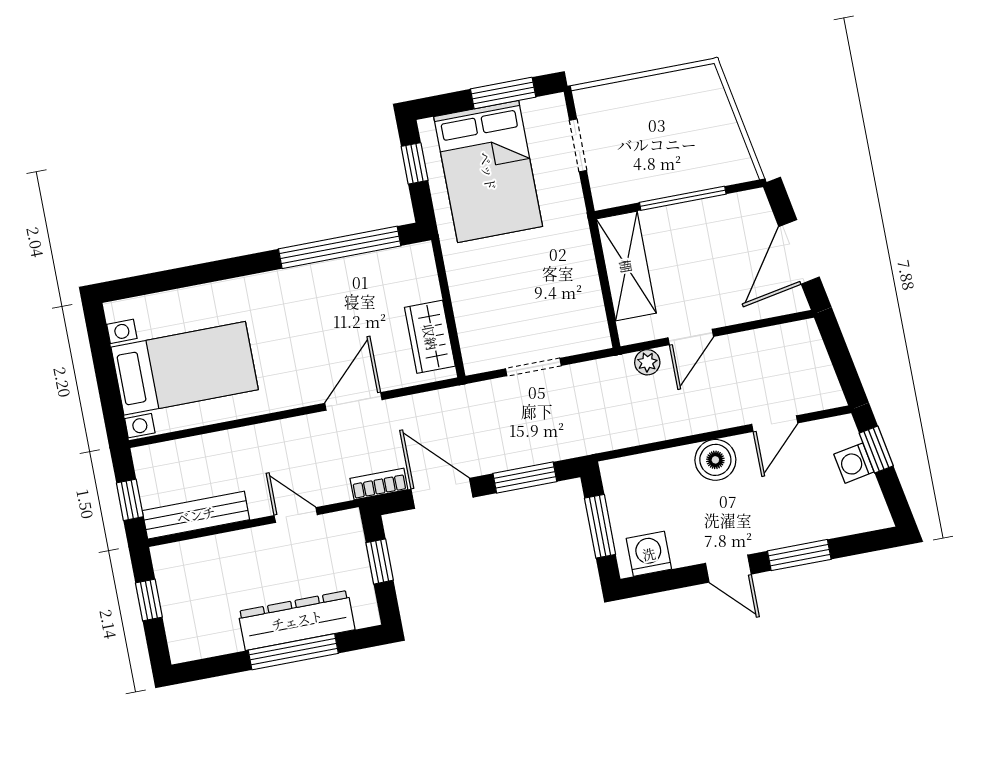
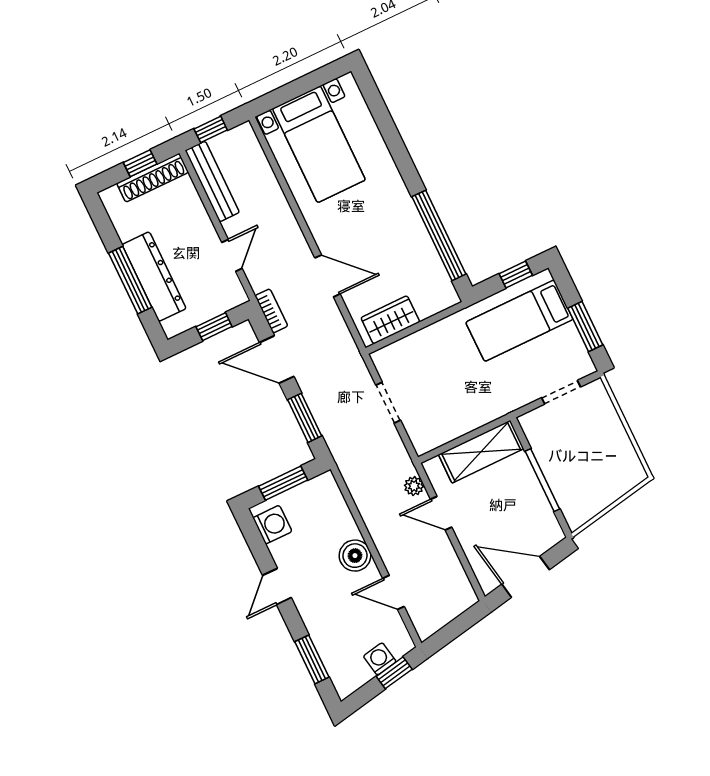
bed: (488, 171) -> (519, 321), width x0.67
door: (442, 493) -> (277, 360), swing flipped
window: (799, 555) -> (312, 659), moved
shoe rack: (171, 589) -> (153, 178), added

